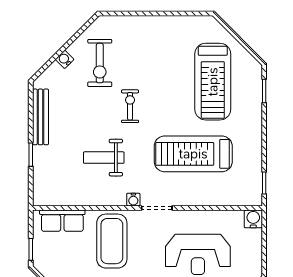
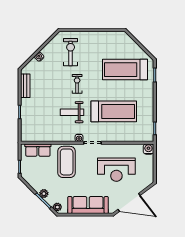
exercise bike: (100, 63) -> (71, 52), moved, turned 180
treadmill: (213, 82) -> (125, 70), turned 90
bench: (40, 117) -> (25, 86), width x0.73
treadmill: (193, 154) -> (114, 111), turned 180
weight bench: (104, 158) -> (72, 112), moved

